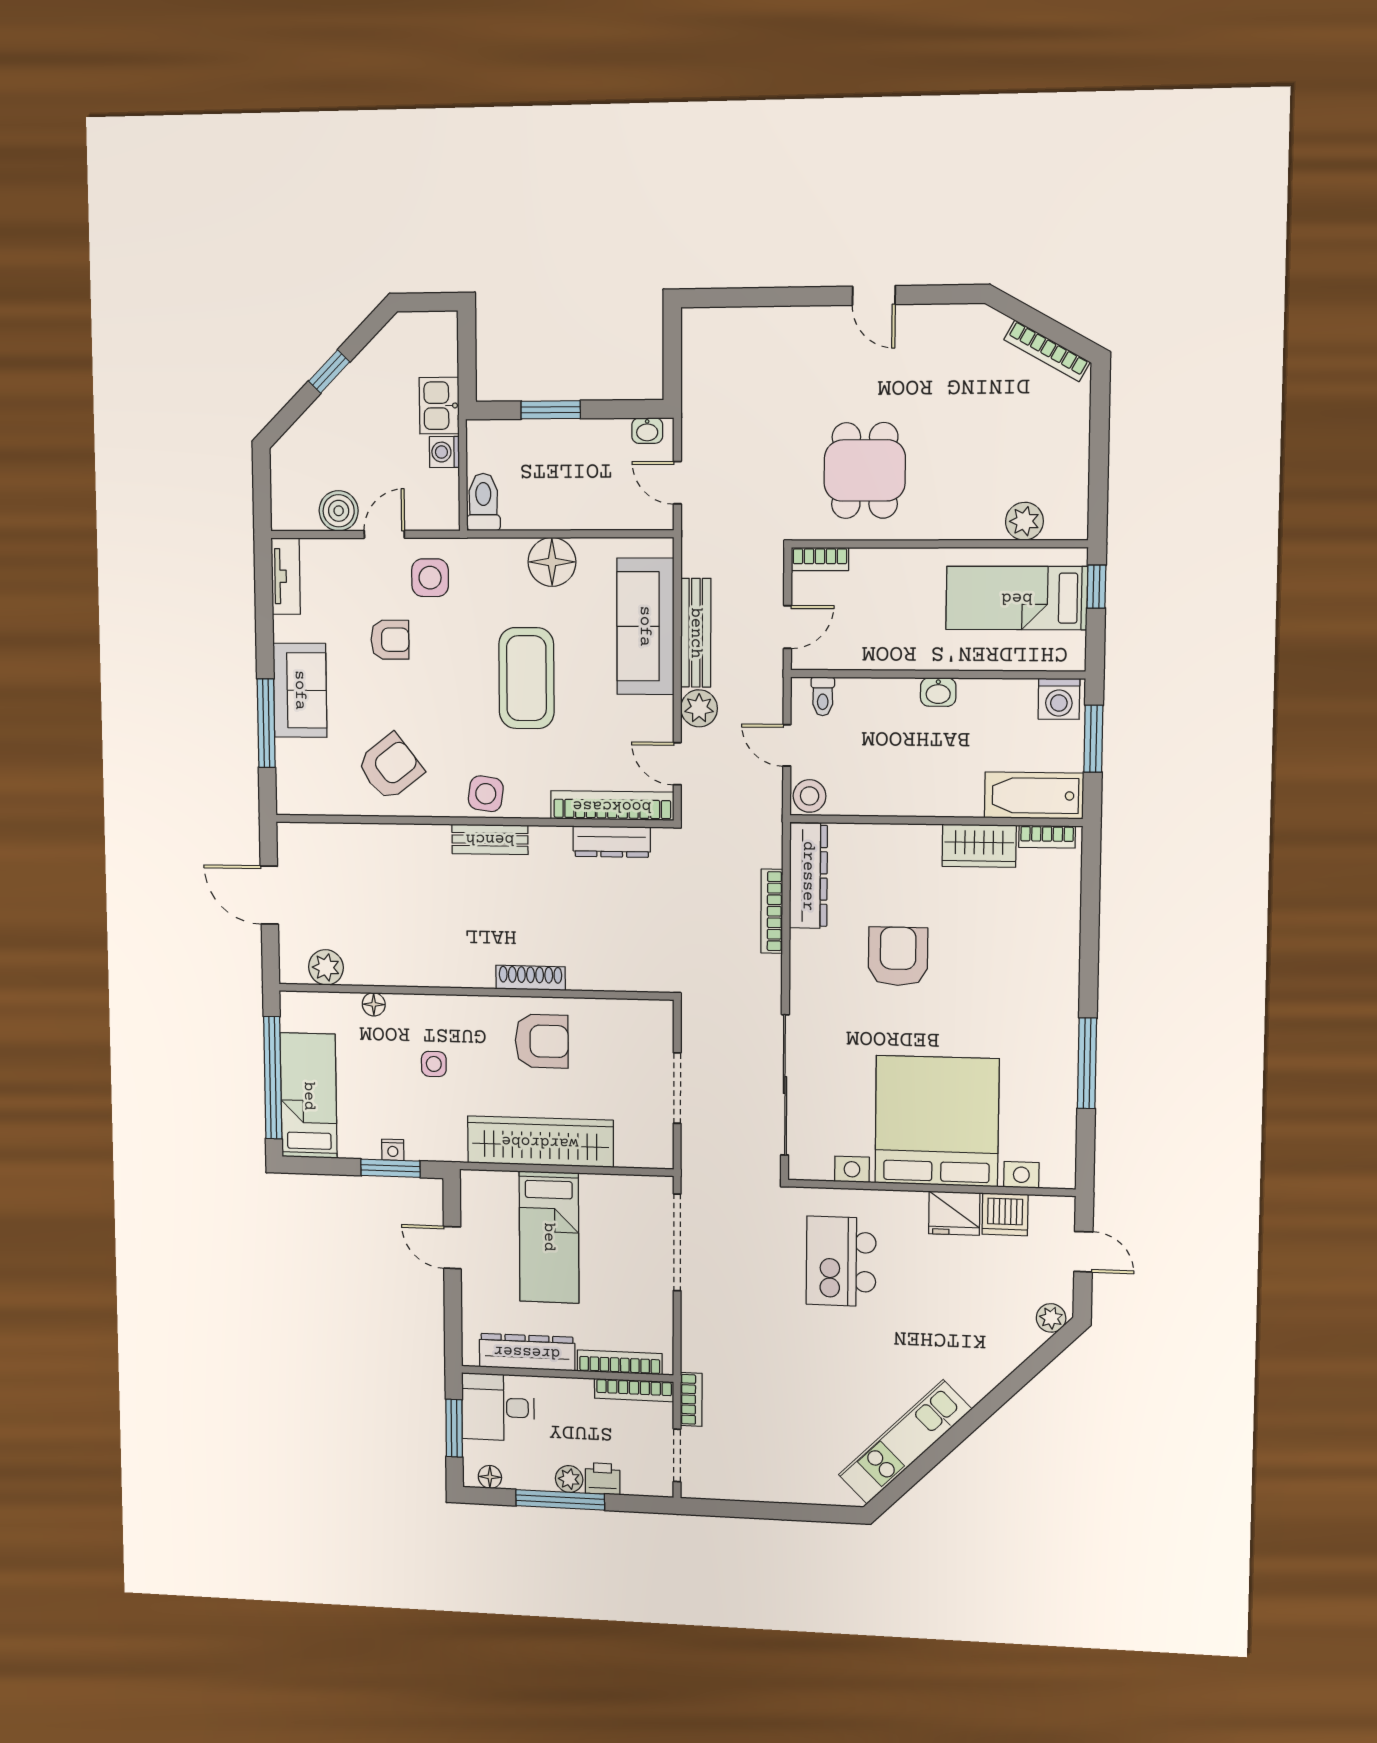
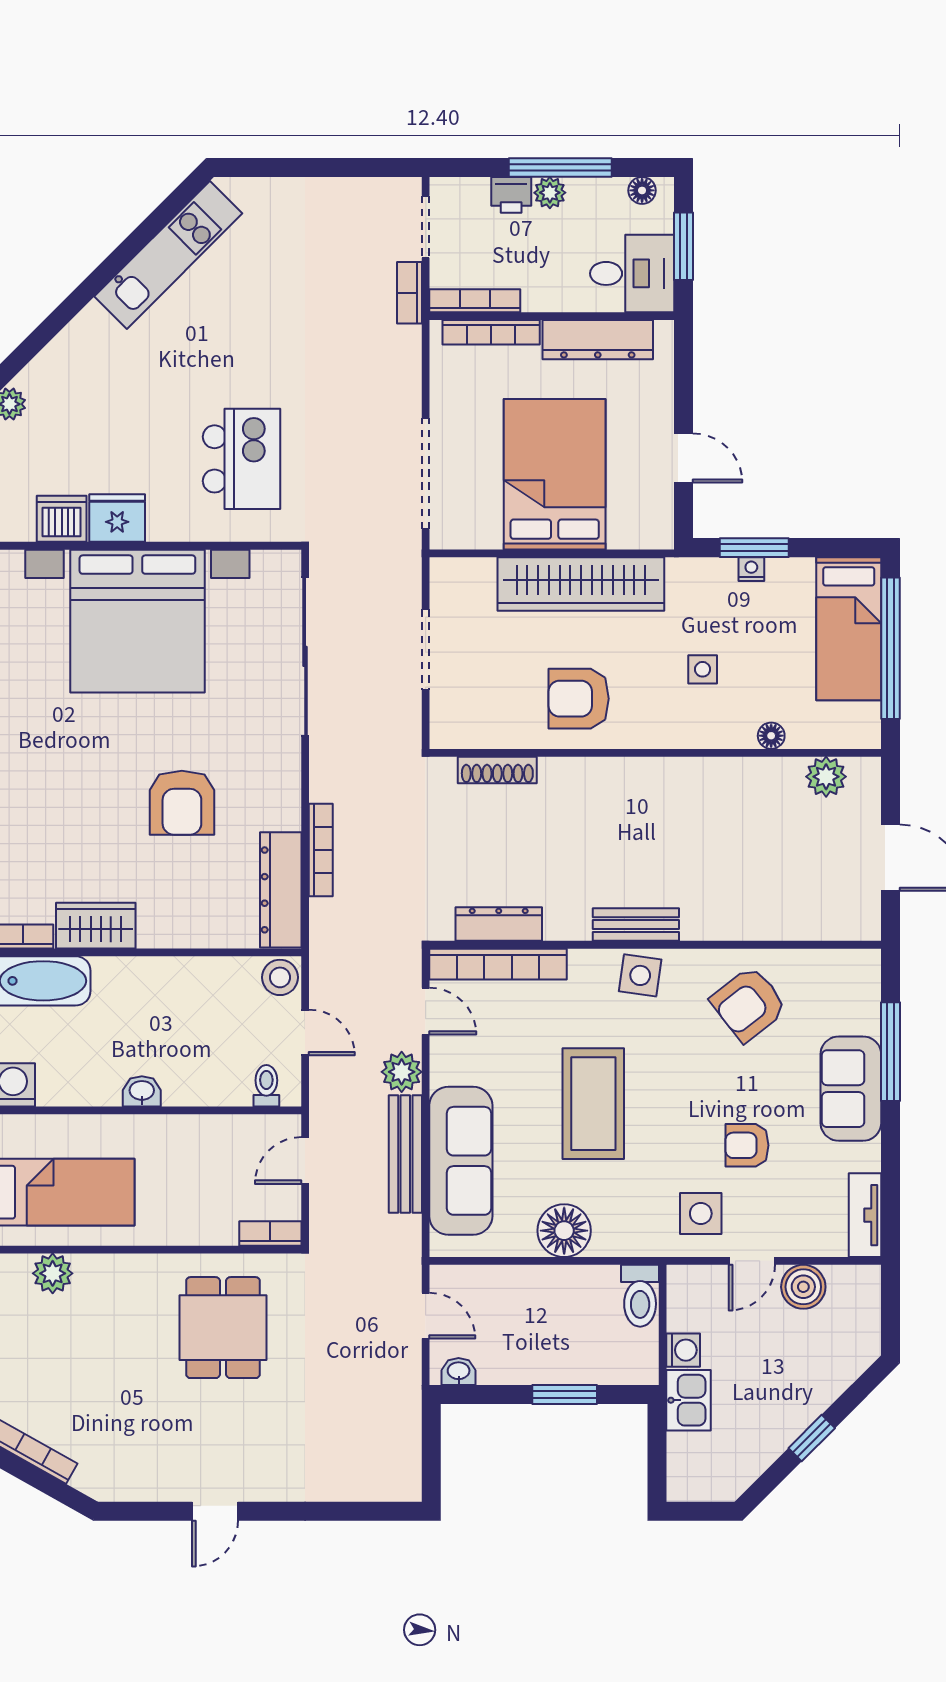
door: (874, 295) -> (215, 1511), swing flipped
shoe rack: (530, 978) -> (497, 770), moved
bed: (549, 1237) -> (555, 474), width x1.50

